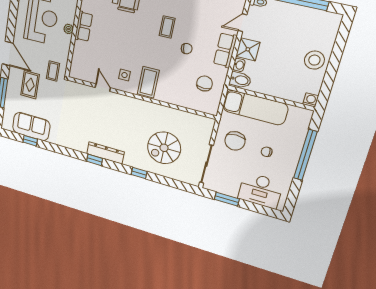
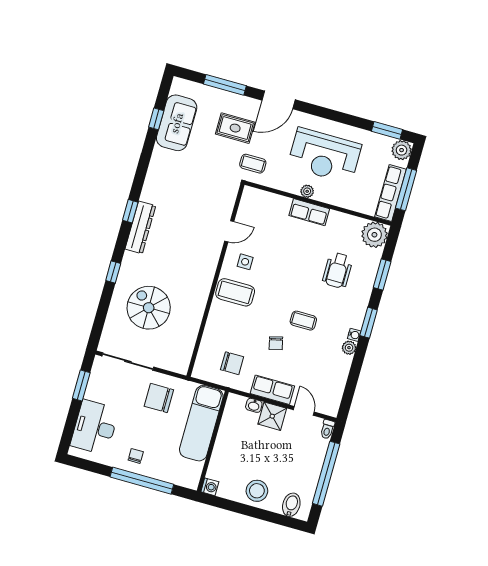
bidet: (240, 80) -> (291, 505), moved, turned 180
chair: (267, 152) -> (136, 456), moved

